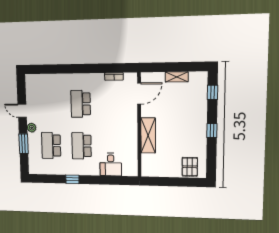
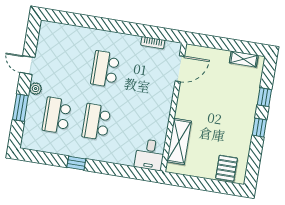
shelving: (177, 77) -> (244, 59), moved
window: (212, 92) -> (264, 97), moved
shelving: (148, 135) -> (179, 141), moved
desk: (111, 165) -> (150, 155), moved

